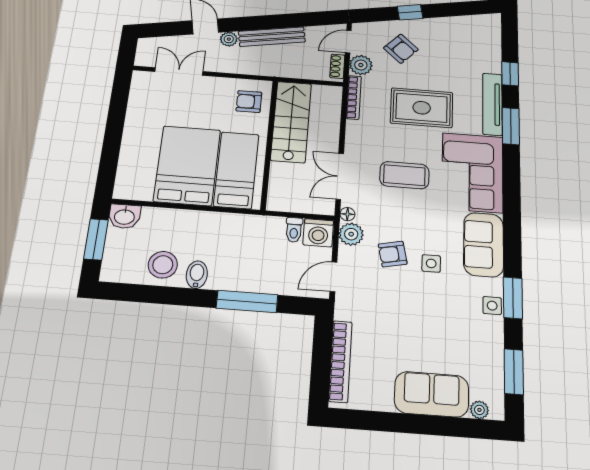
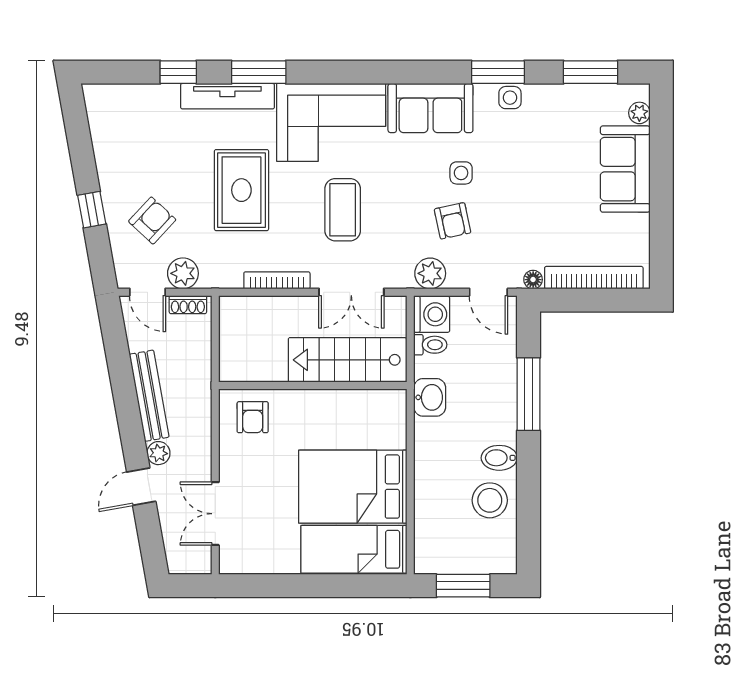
bookcase: (354, 97) -> (277, 280), moved
stairs: (291, 122) -> (347, 360), moved
bed: (236, 170) -> (354, 549), moved
floor lamp: (347, 214) -> (533, 280), moved
washbasin: (124, 216) -> (430, 397), moved

